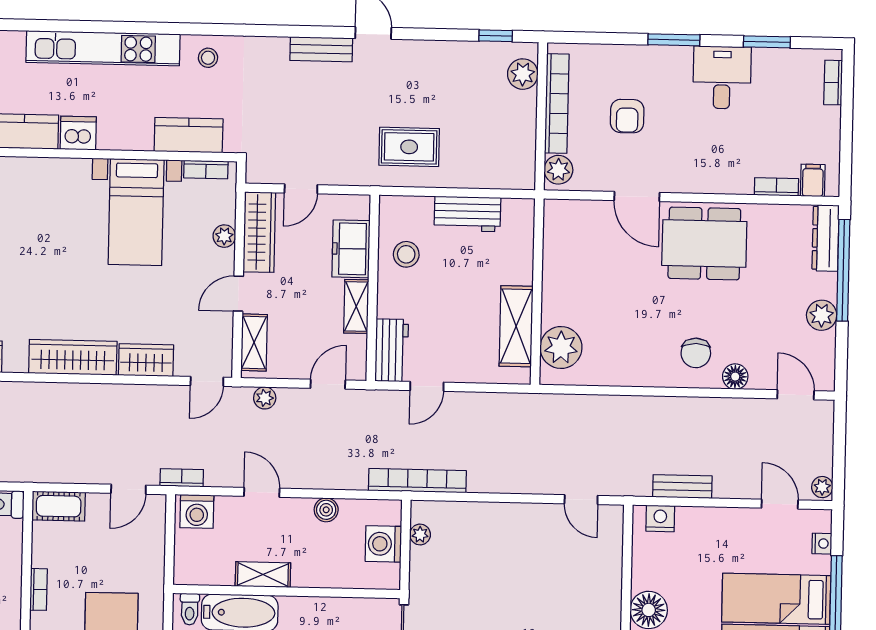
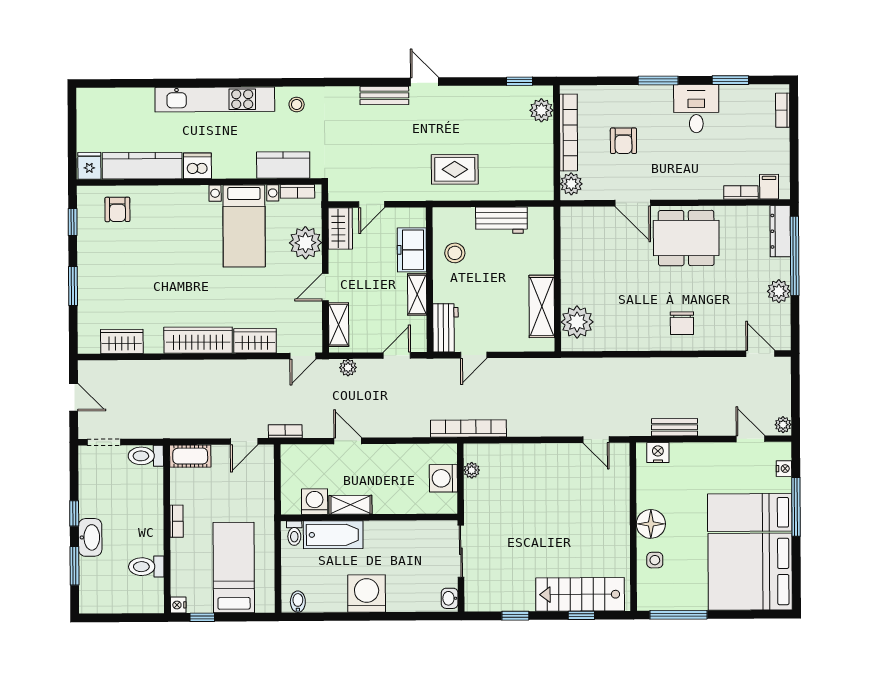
wardrobe: (259, 232) -> (340, 229), width x0.67
plant: (224, 236) -> (305, 243), width x1.88, depth x1.88
floor lamp: (735, 377) -> (713, 341), removed
boiler: (326, 510) -> (398, 453), removed
washing machine: (197, 512) -> (315, 502), moved, turned 180

